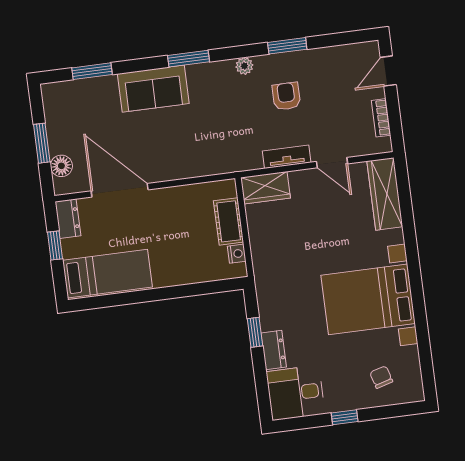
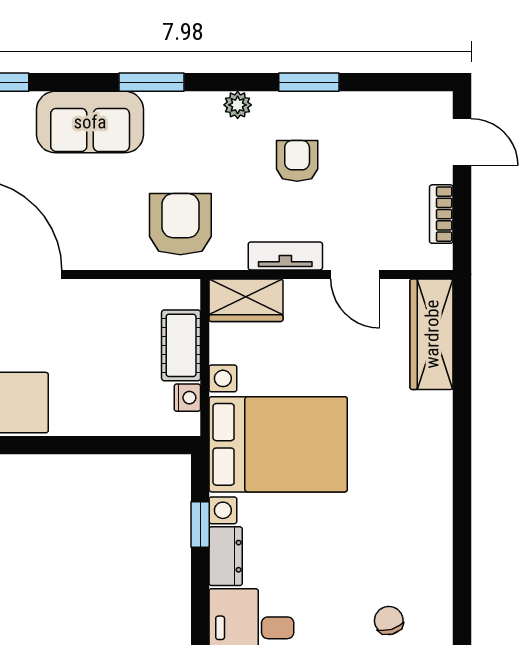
door: (388, 71) -> (462, 142), swing flipped
armchair: (218, 145) -> (180, 224), added
bed with nightstands: (368, 299) -> (278, 444), moved, turned 180

